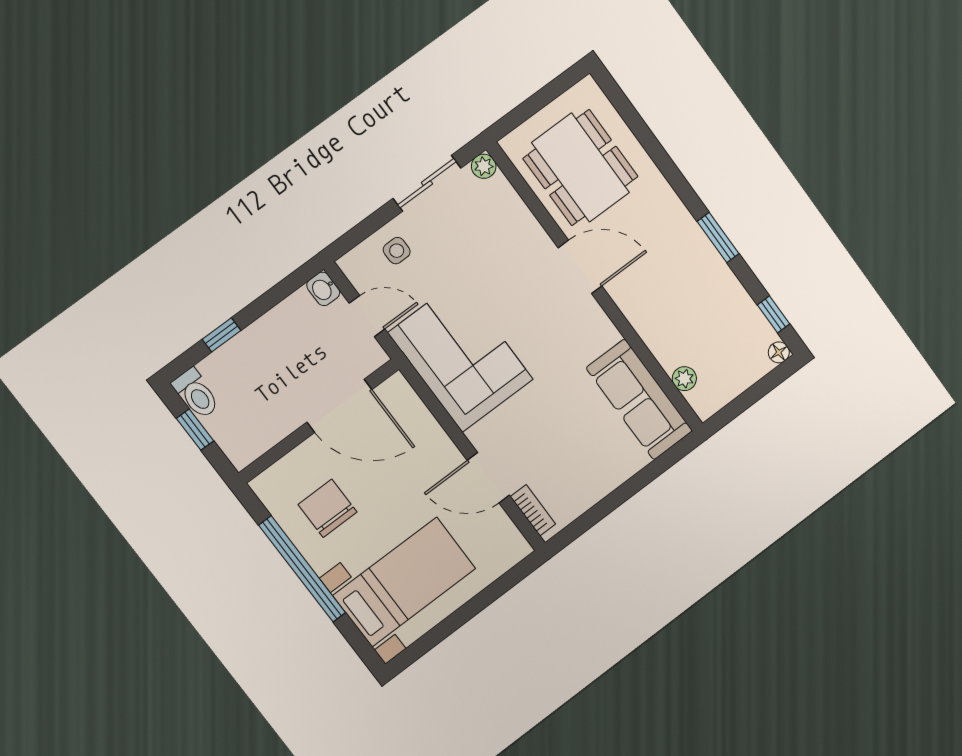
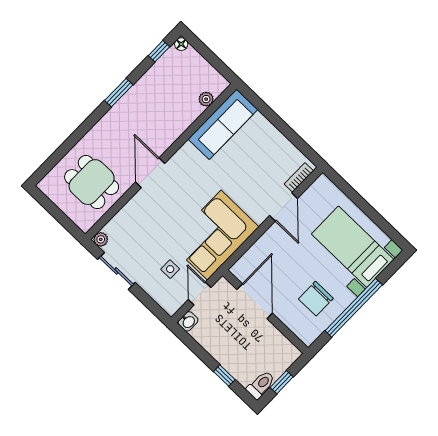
dining table: (581, 168) -> (92, 182), width x0.73
side table: (397, 251) -> (170, 269), moved

